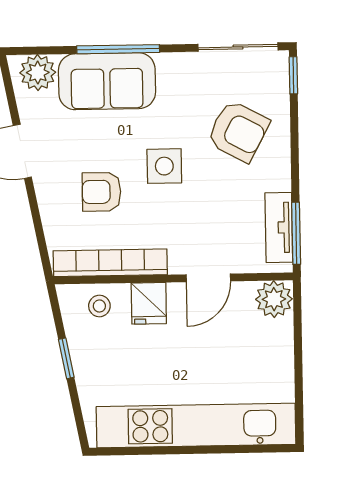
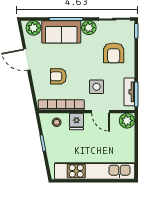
plant: (175, 70) -> (89, 28), added
armchair: (238, 131) -> (114, 53), turned 62
side table: (164, 166) -> (97, 87), moved
door: (208, 278) -> (101, 112), hinge flipped

